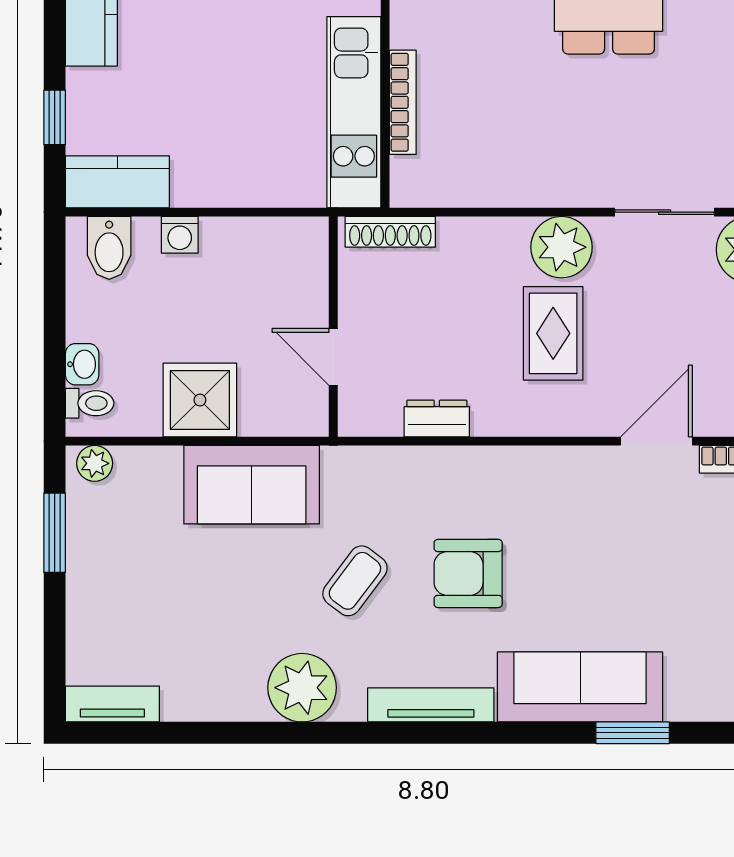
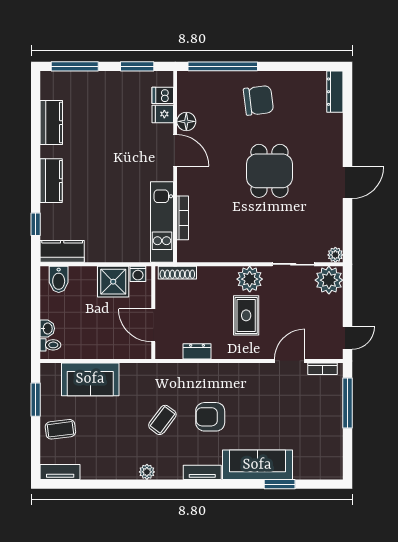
washing machine: (180, 235) -> (138, 274), moved
door: (333, 357) -> (153, 325), width x1.38
shower: (200, 400) -> (113, 282), moved
plant: (95, 463) -> (53, 370), removed
sofa: (252, 485) -> (90, 379), moved
coffee table: (113, 603) -> (60, 429), added
plant: (302, 688) -> (147, 472), width x0.53, depth x0.53
tv unit: (431, 705) -> (202, 472), width x0.71

